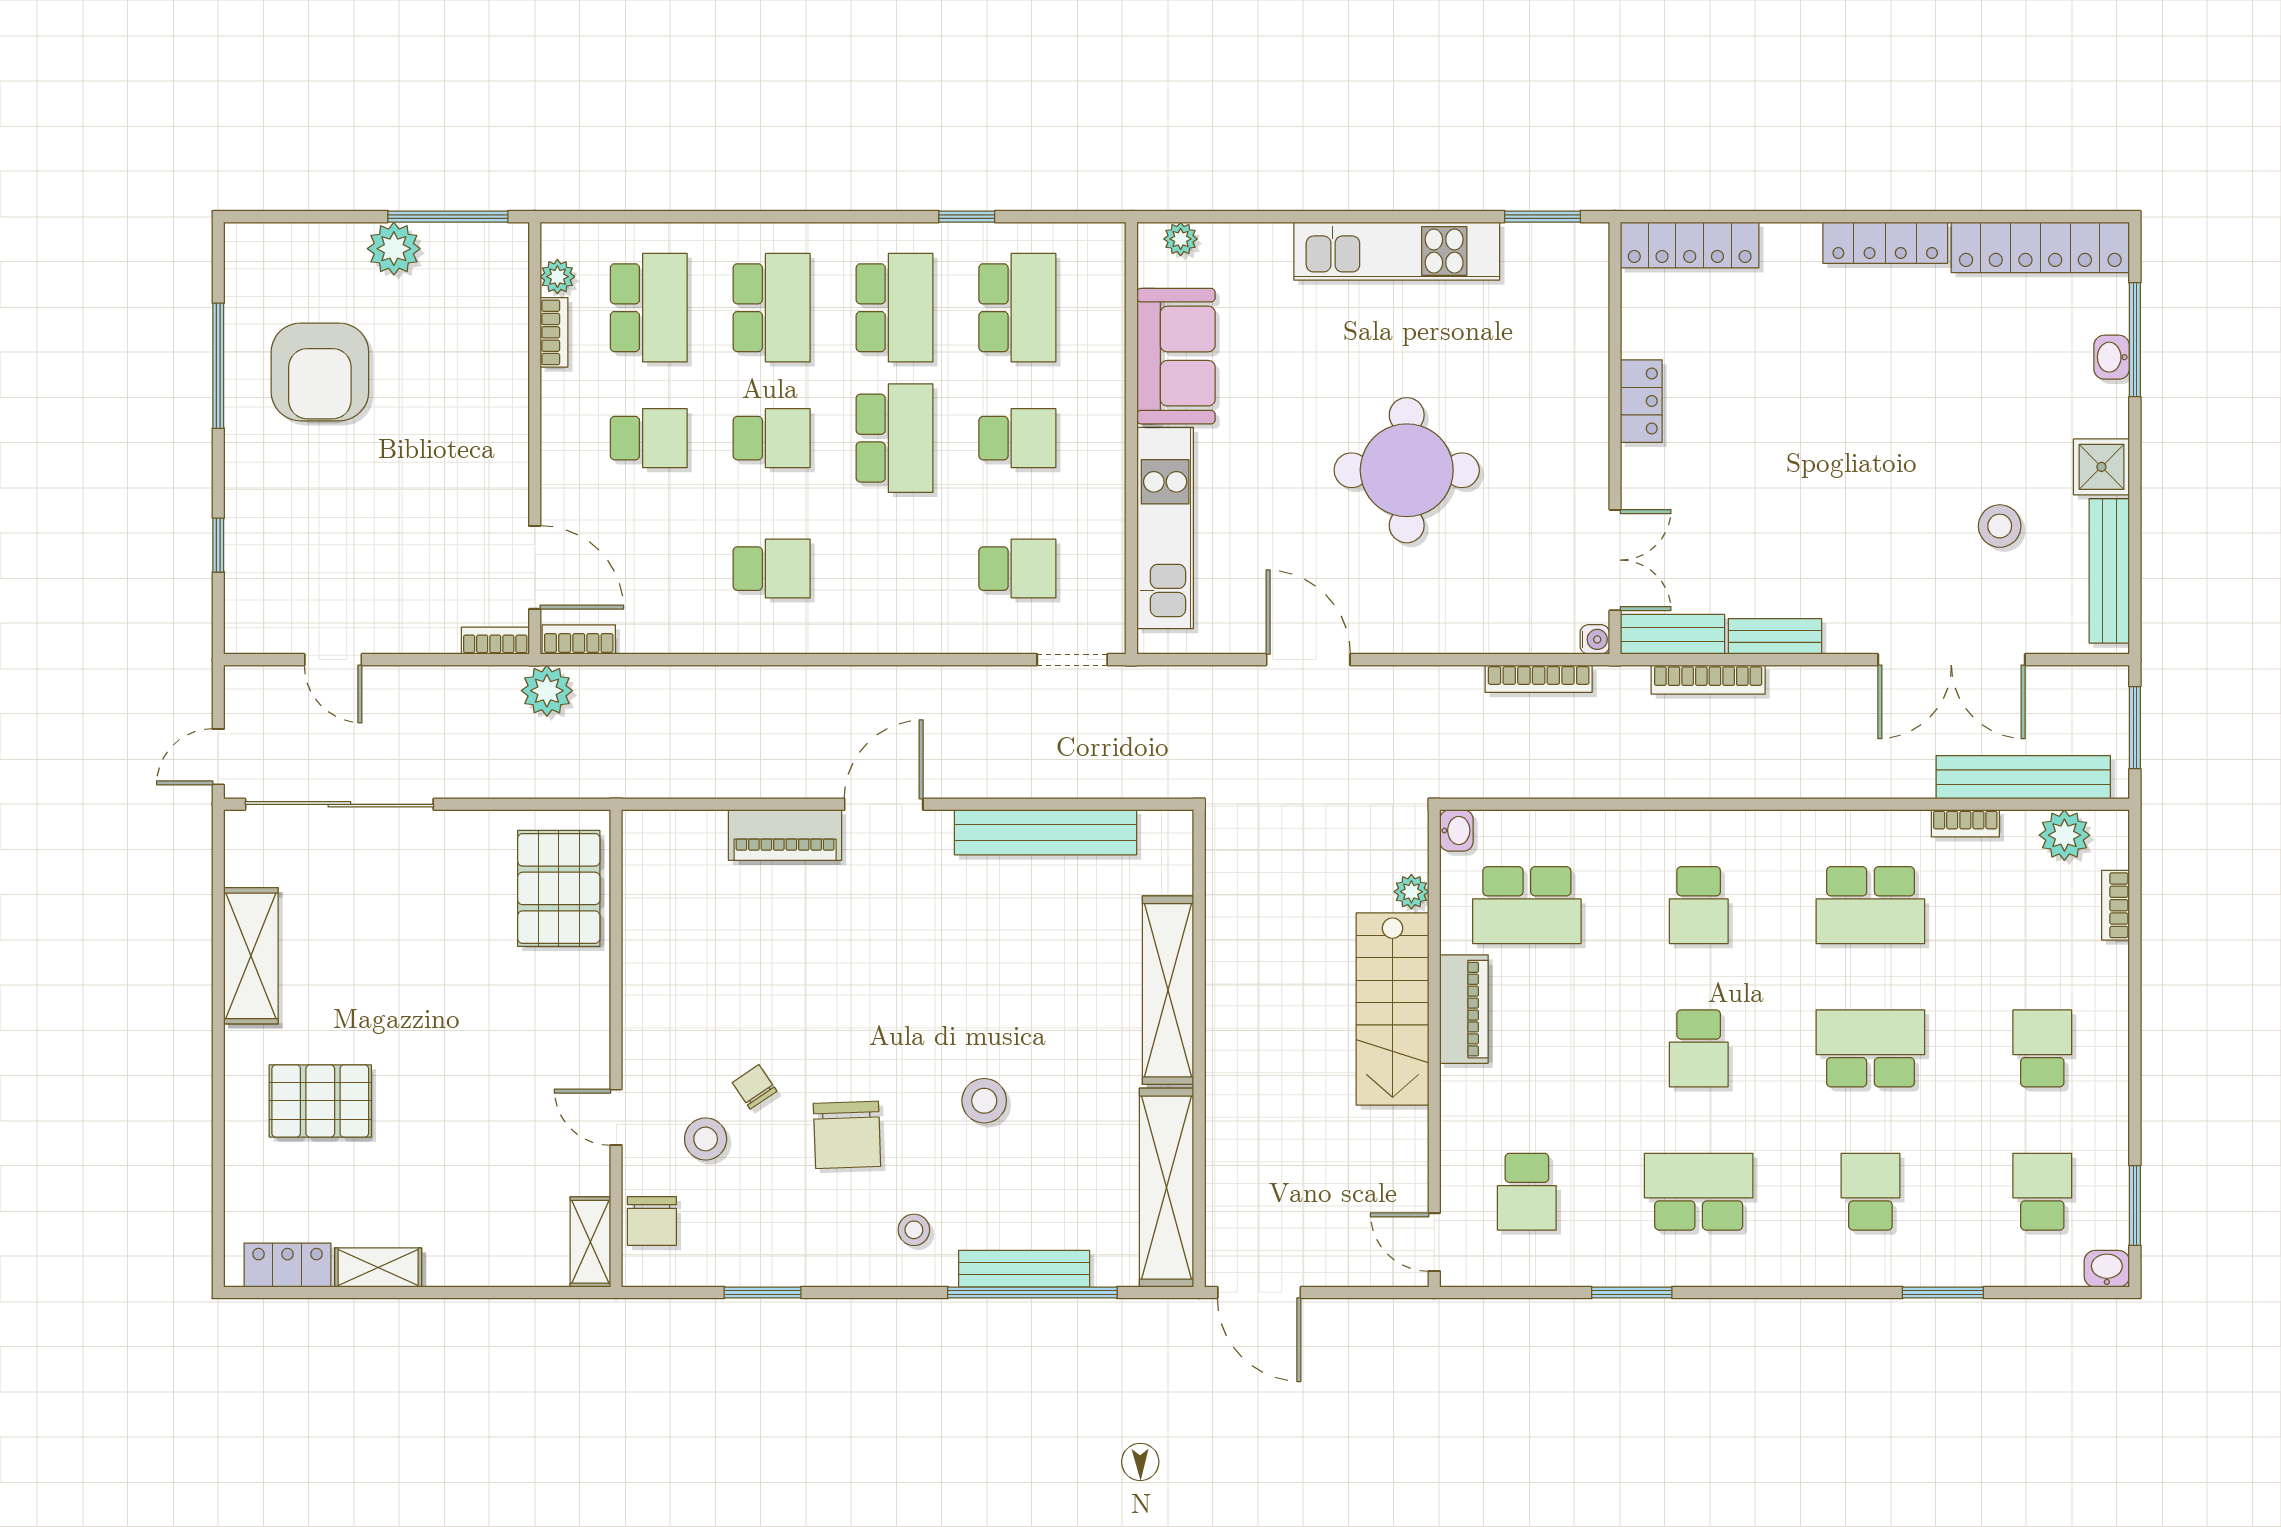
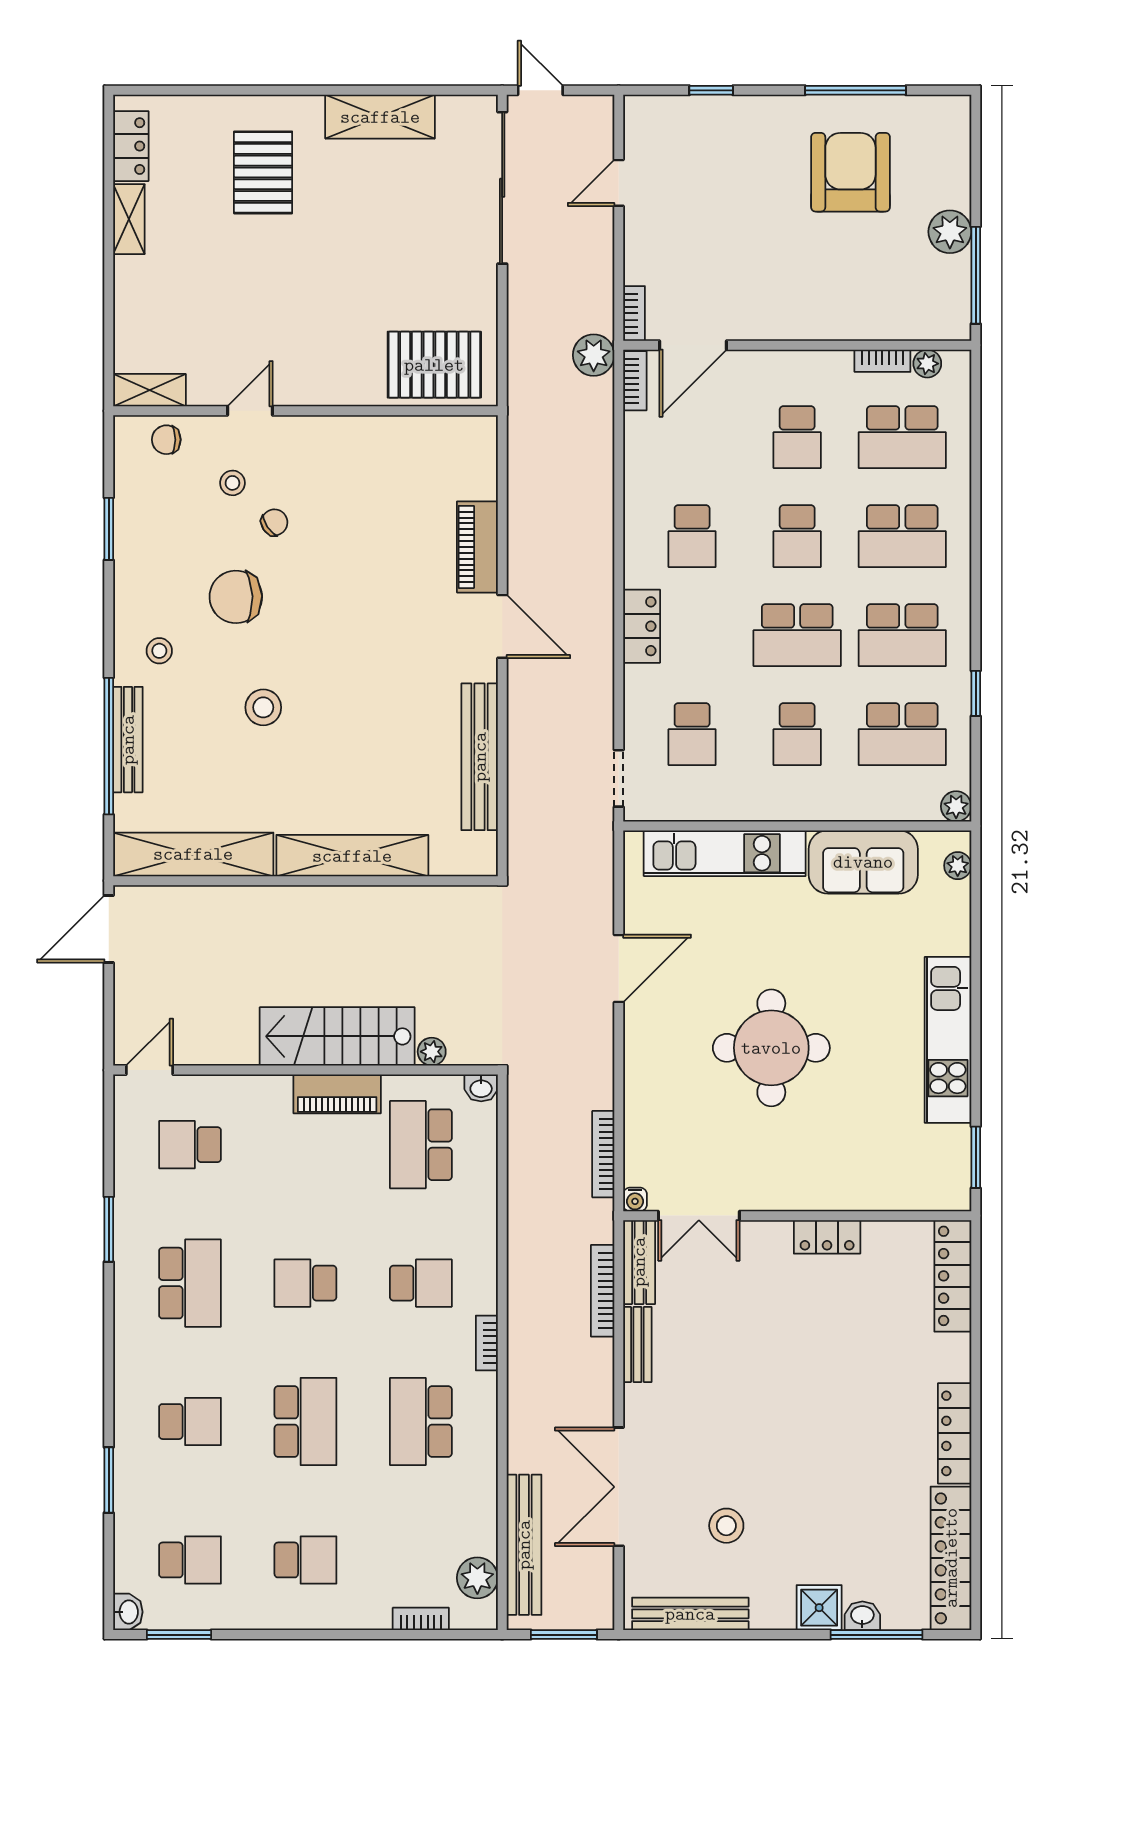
plant: (1107, 241) -> (956, 806), added
armchair: (320, 372) -> (850, 172), turned 90
shower: (2101, 467) -> (819, 1608), moved
locker: (883, 631) -> (642, 626), added
bookcase: (1965, 823) -> (487, 1343), moved
school desk: (1699, 905) -> (421, 1283), turned 180
stool: (706, 1139) -> (232, 483), width x0.73, depth x0.73
chair: (652, 1221) -> (166, 440), width x0.73, depth x0.73

